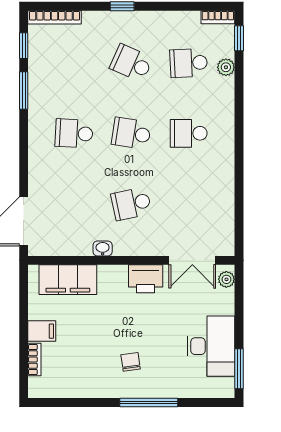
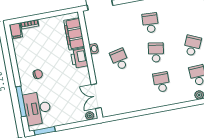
printer: (146, 279) -> (79, 58), moved
filing cabinet: (42, 331) -> (16, 31), moved
desk: (211, 346) -> (37, 108), moved, turned 90
window: (149, 403) -> (21, 101), moved

